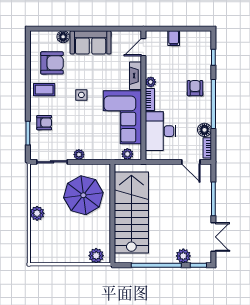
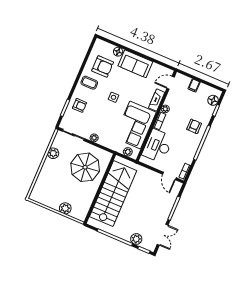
floor lamp: (204, 130) -> (213, 100), moved
plant: (37, 213) -> (53, 153), moved
plant: (96, 256) -> (65, 208), moved

